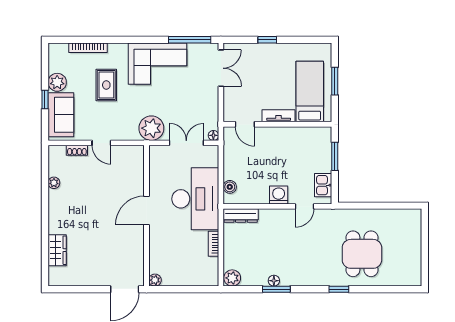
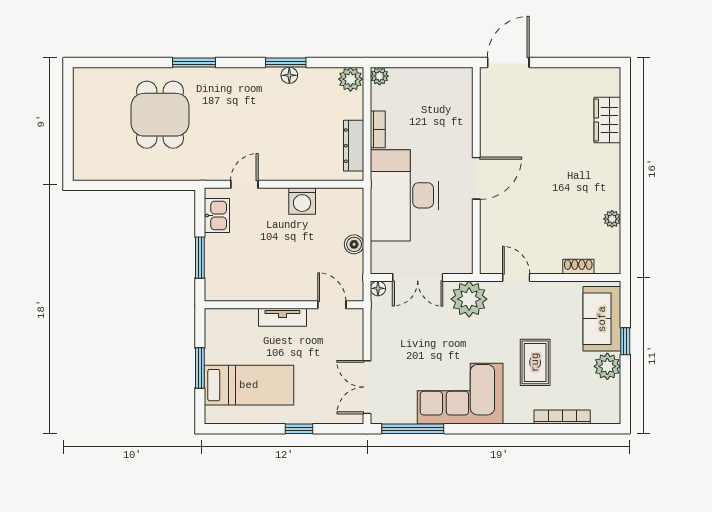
bed: (310, 92) -> (249, 385), moved, turned -90
door: (101, 143) -> (516, 277), moved
boiler: (230, 187) -> (354, 244), moved
washing machine: (279, 195) -> (302, 201), moved
dresser: (241, 216) -> (354, 146), moved, turned -90
plant: (155, 280) -> (380, 76), moved
window: (339, 289) -> (194, 63), width x1.50

